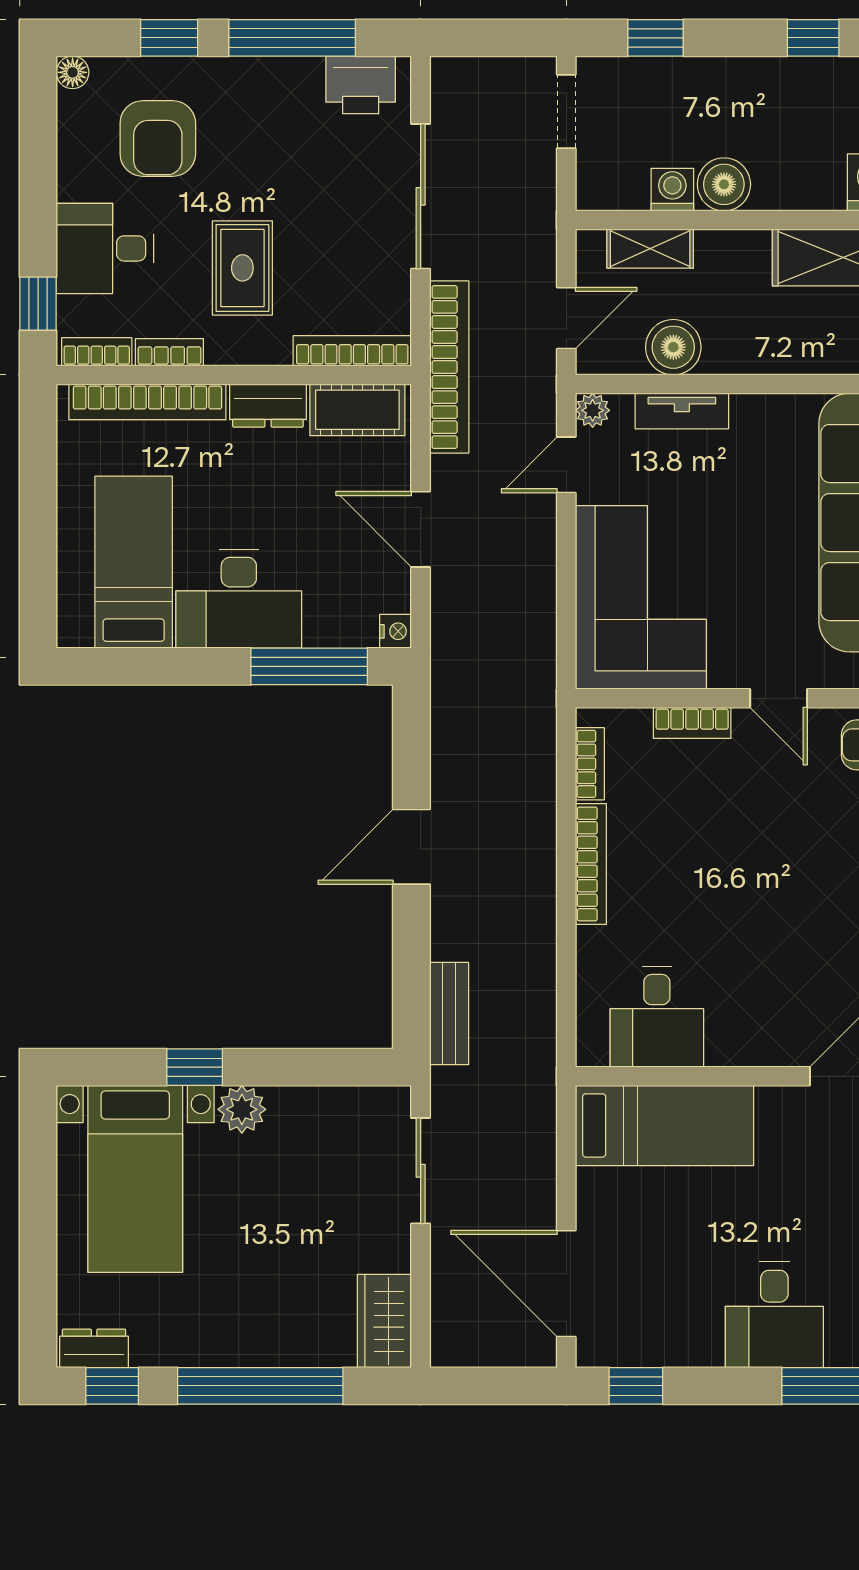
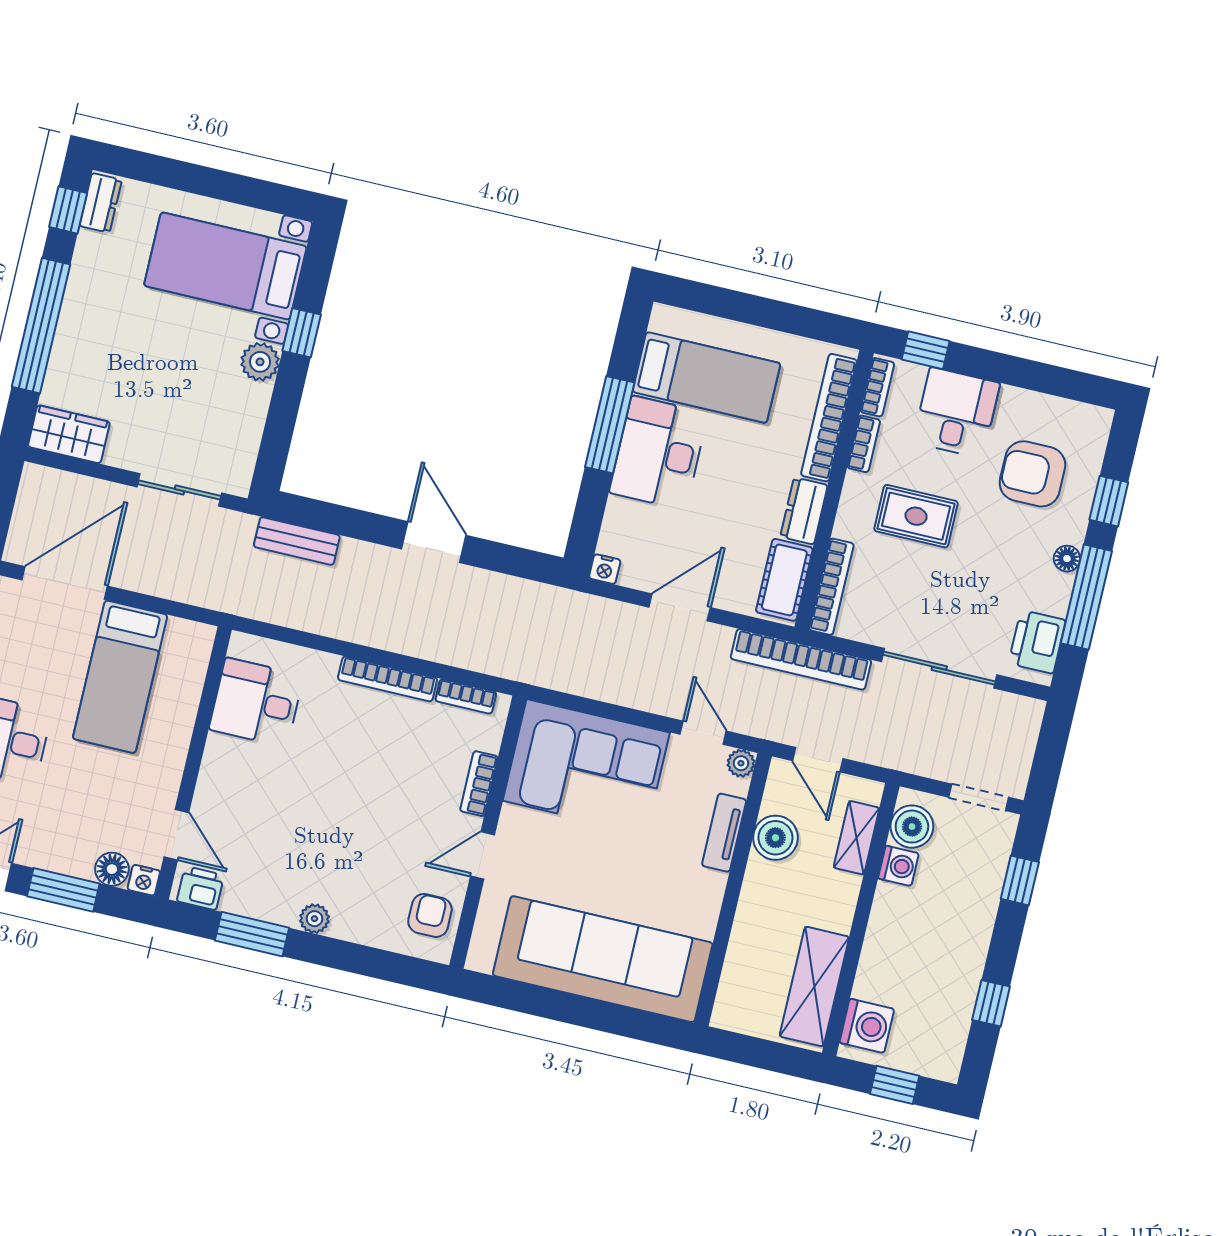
floor lamp: (73, 72) -> (1067, 559), moved
boiler: (724, 184) -> (912, 827), moved
window: (309, 666) -> (610, 425), moved
bed: (664, 1125) -> (120, 677), moved

